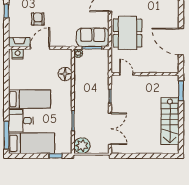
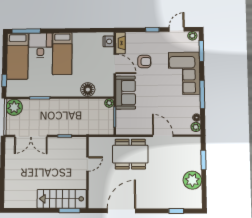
sofa: (93, 37) -> (126, 93), moved
door: (126, 74) -> (87, 164), moved
stairs: (170, 121) -> (62, 199), moved

